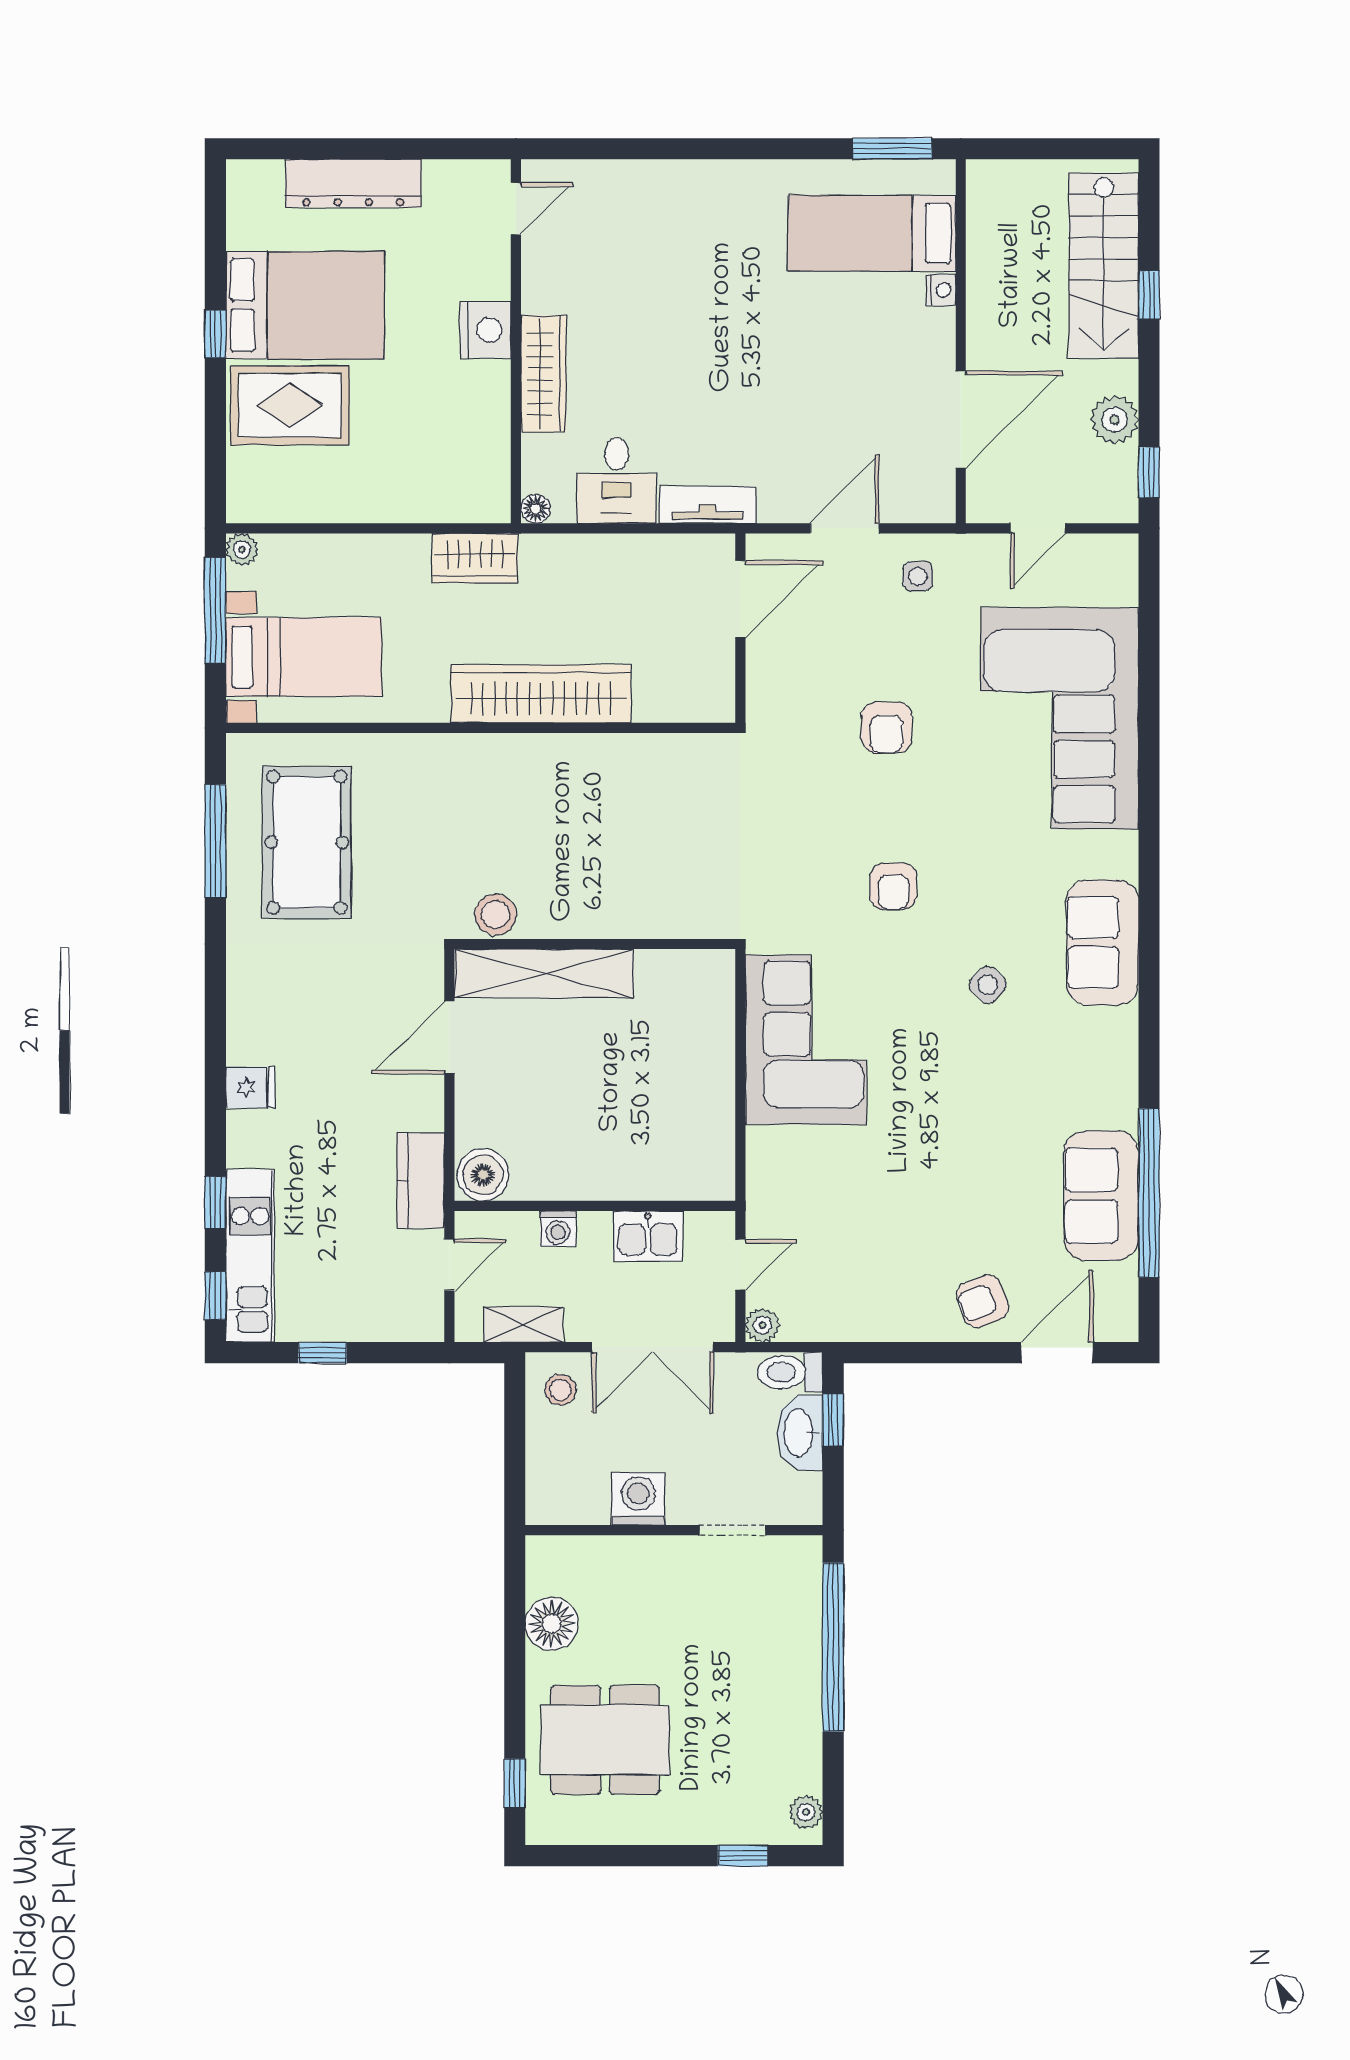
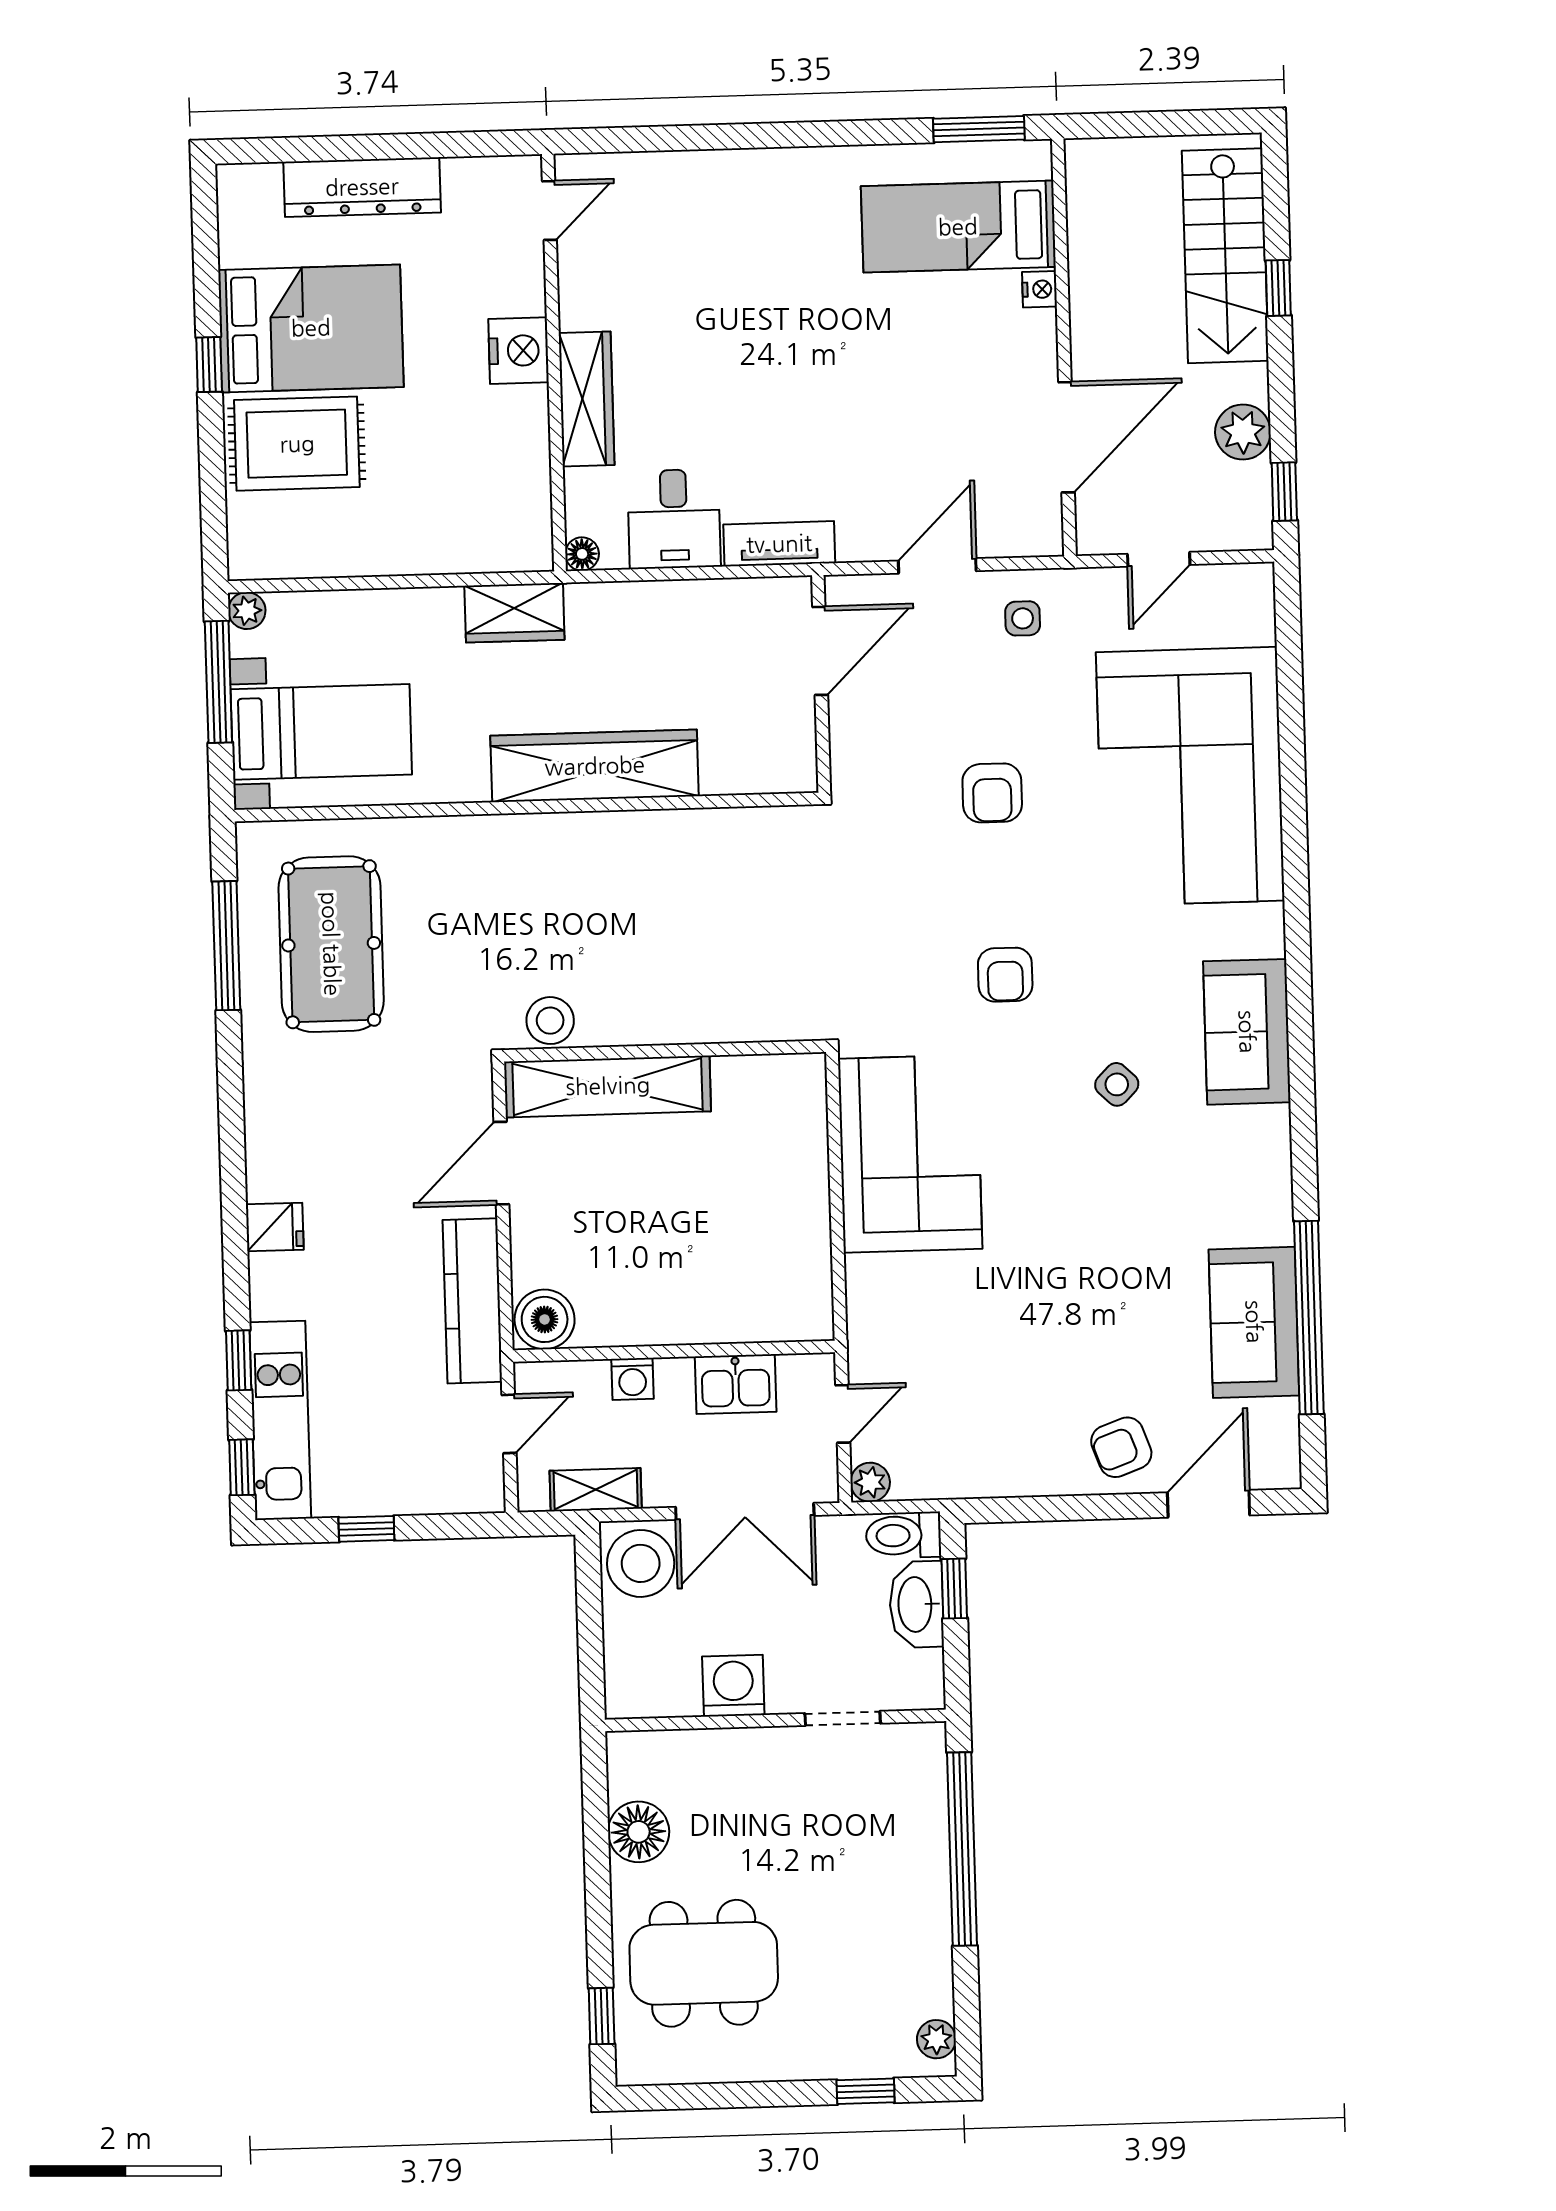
kitchen counter: (421, 1181) -> (472, 1301), width x1.50
stool: (560, 1390) -> (641, 1563), width x1.89, depth x1.89

